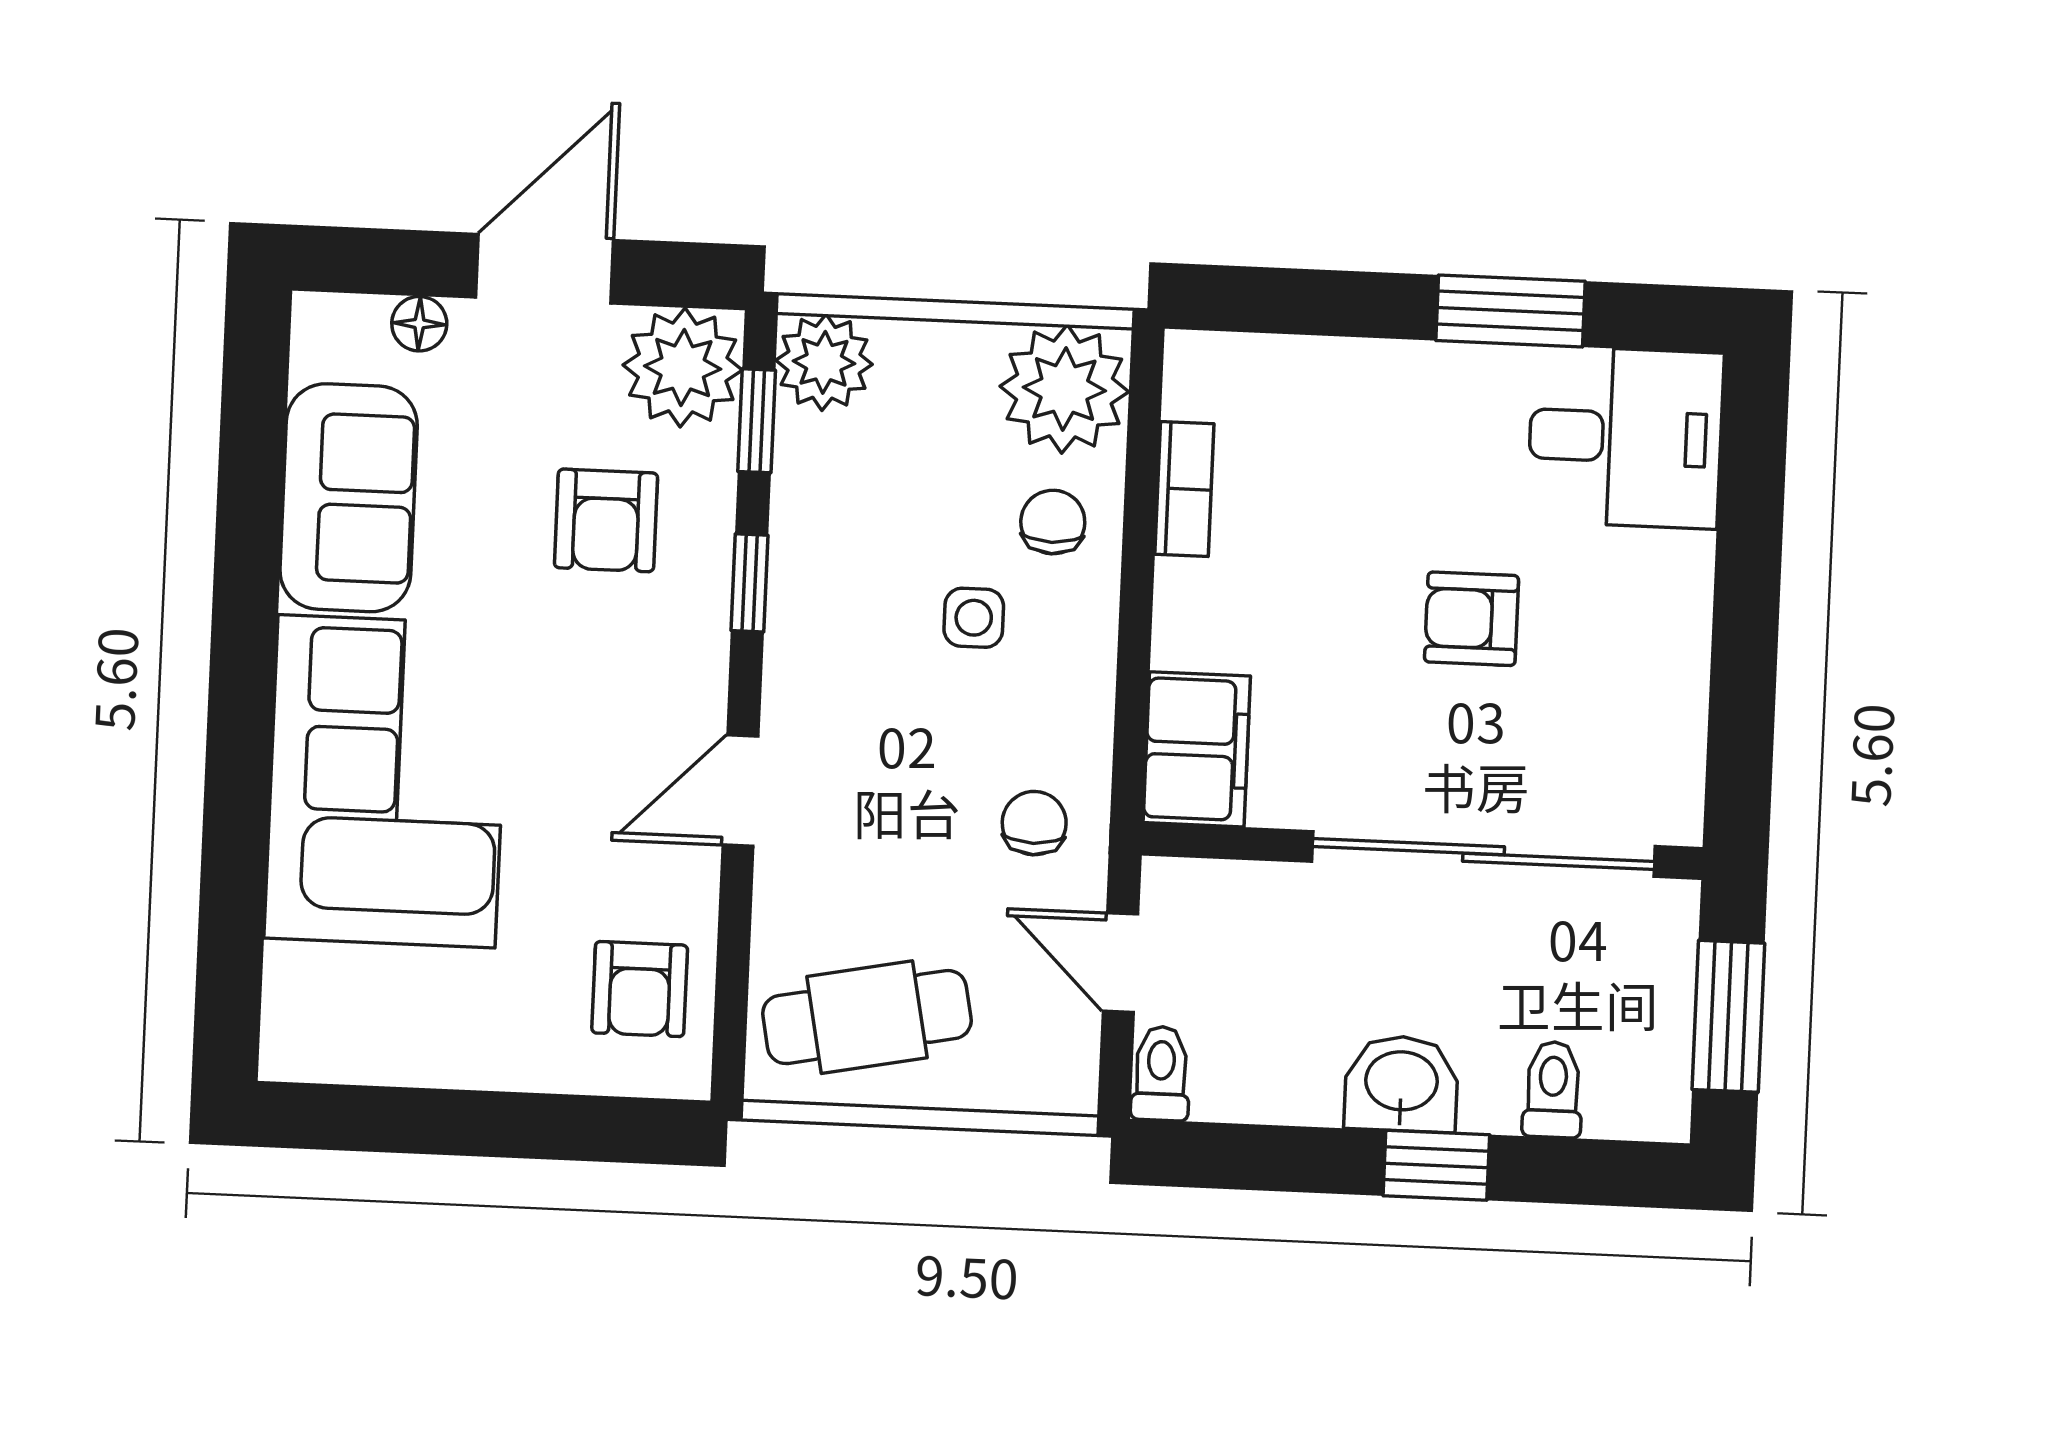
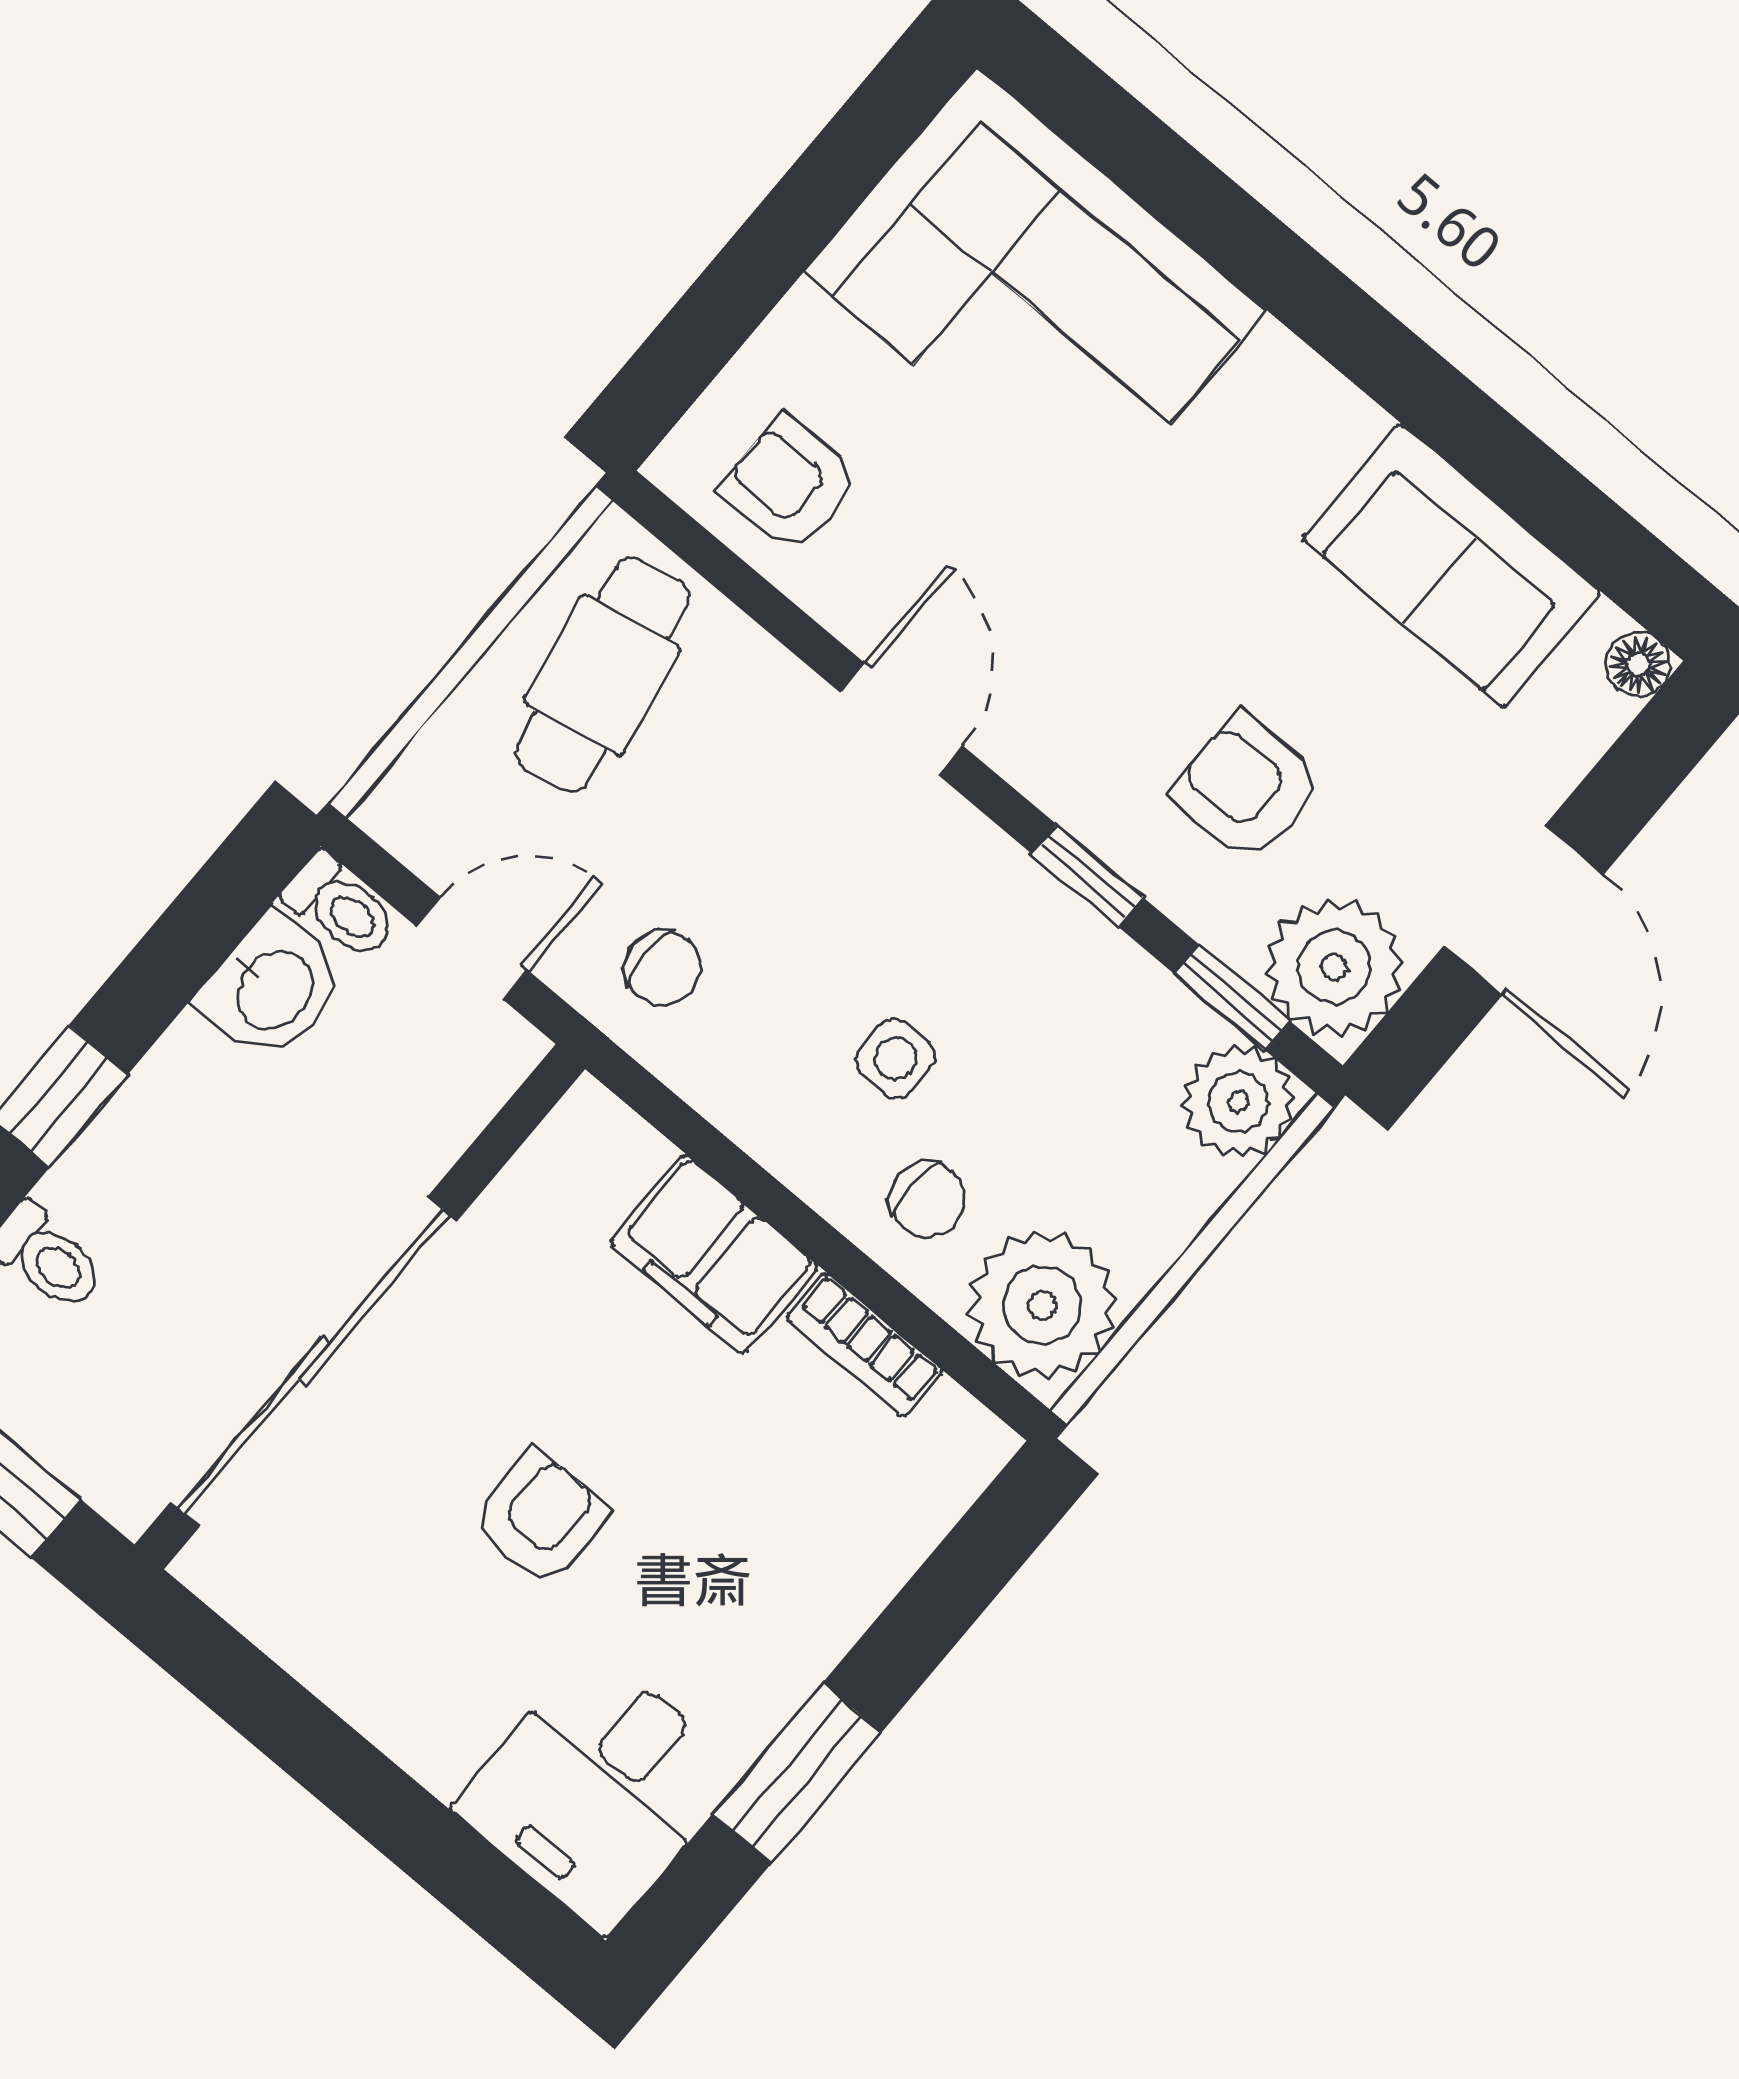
floor lamp: (419, 324) -> (1638, 665), moved
filing cabinet: (1197, 749) -> (714, 1254), moved
corner sofa: (386, 781) -> (1035, 291), moved
washbasin: (1401, 1084) -> (272, 988), moved

